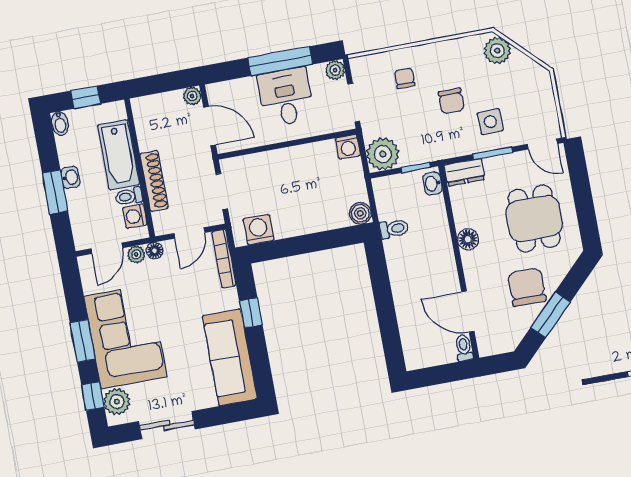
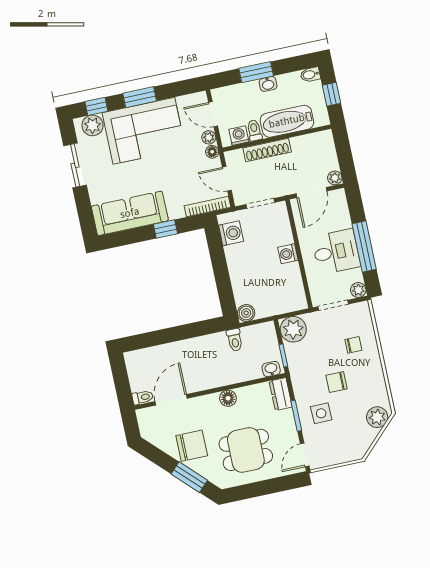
washing machine: (348, 147) -> (288, 254), moved
window: (551, 315) -> (189, 477), moved

